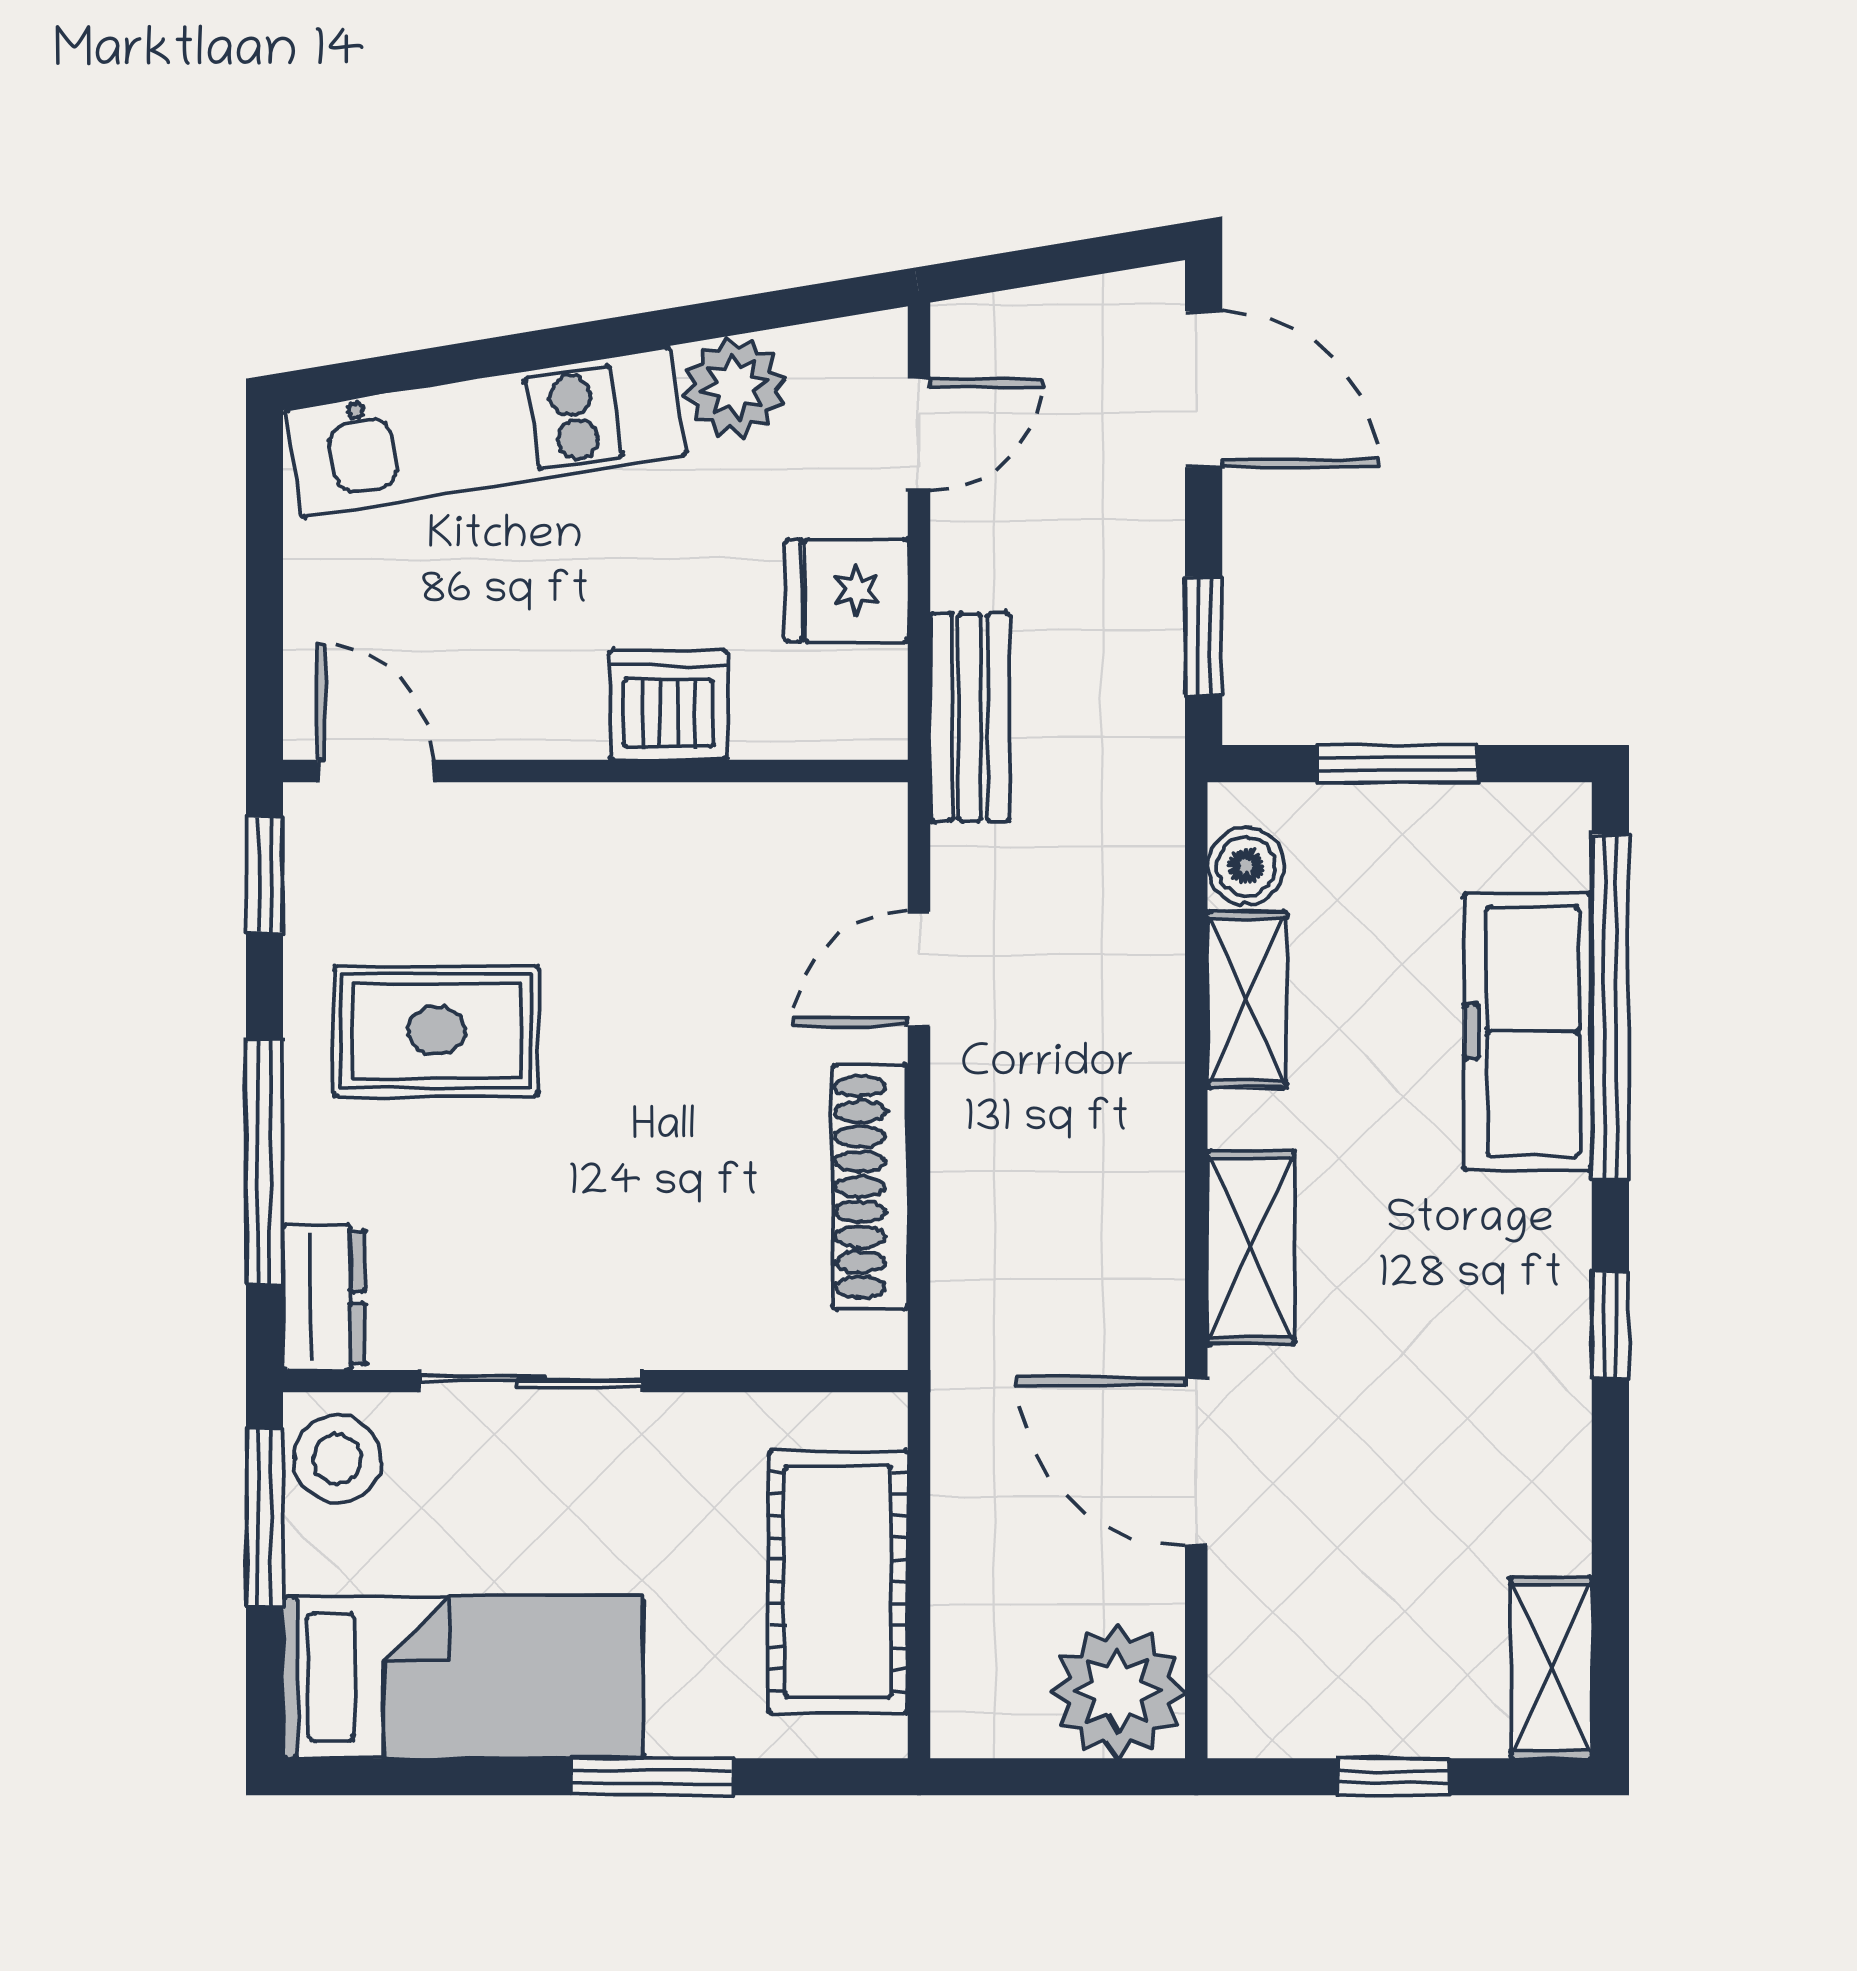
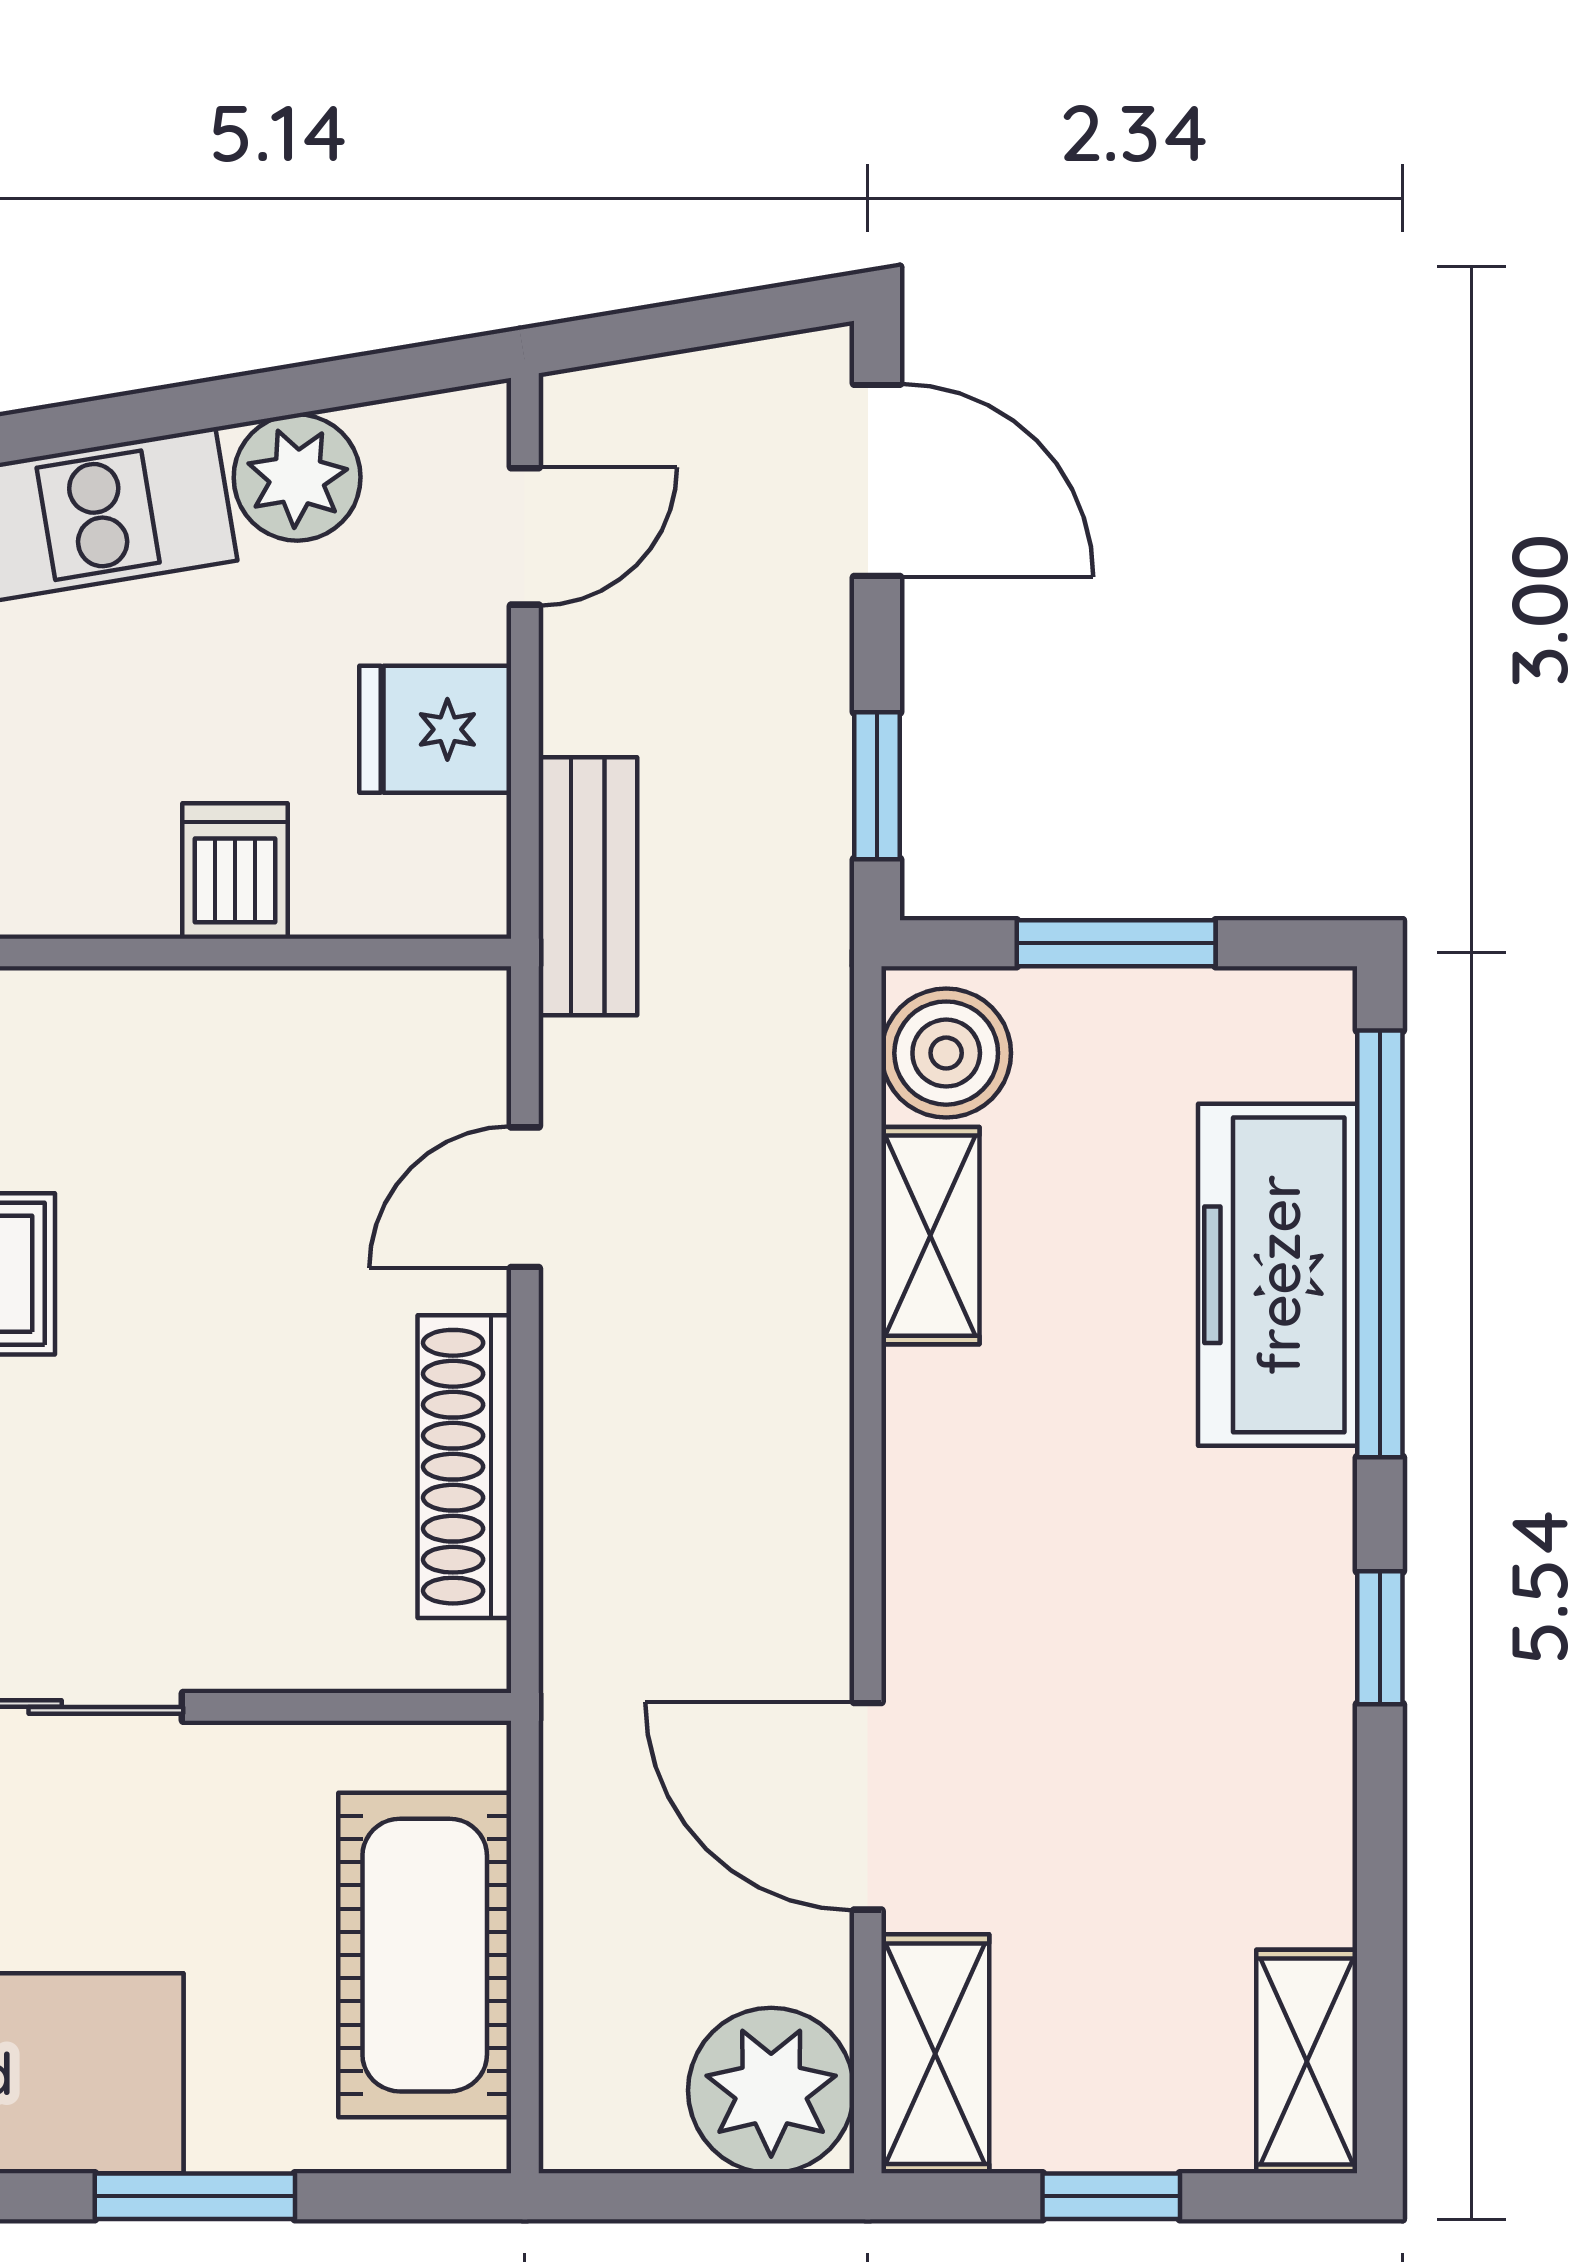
dishwasher: (669, 705) -> (235, 871), width x0.73
boiler: (1246, 866) -> (946, 1053), width x1.36, depth x1.36
shelving: (1251, 1248) -> (935, 2054), moved

